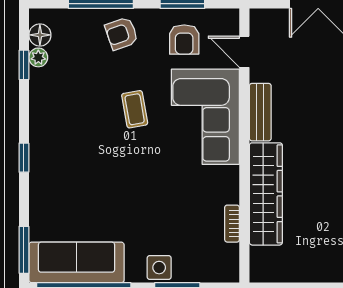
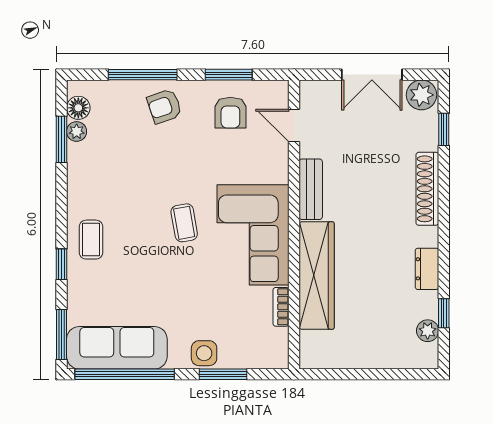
window: (24, 65) -> (61, 139), width x1.50
coffee table: (135, 109) -> (184, 223), moved
corner sofa: (205, 117) -> (253, 235), moved
window: (24, 158) -> (61, 264), moved
coffee table: (52, 160) -> (91, 240), added

